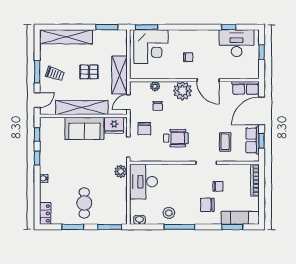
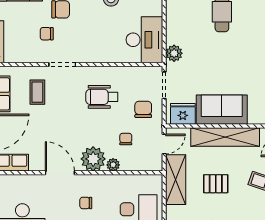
plant: (155, 86) -> (113, 165), moved

